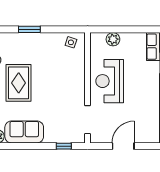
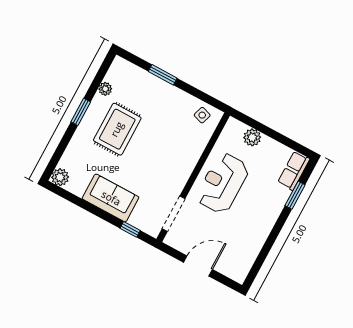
sofa: (24, 132) -> (111, 198), moved

